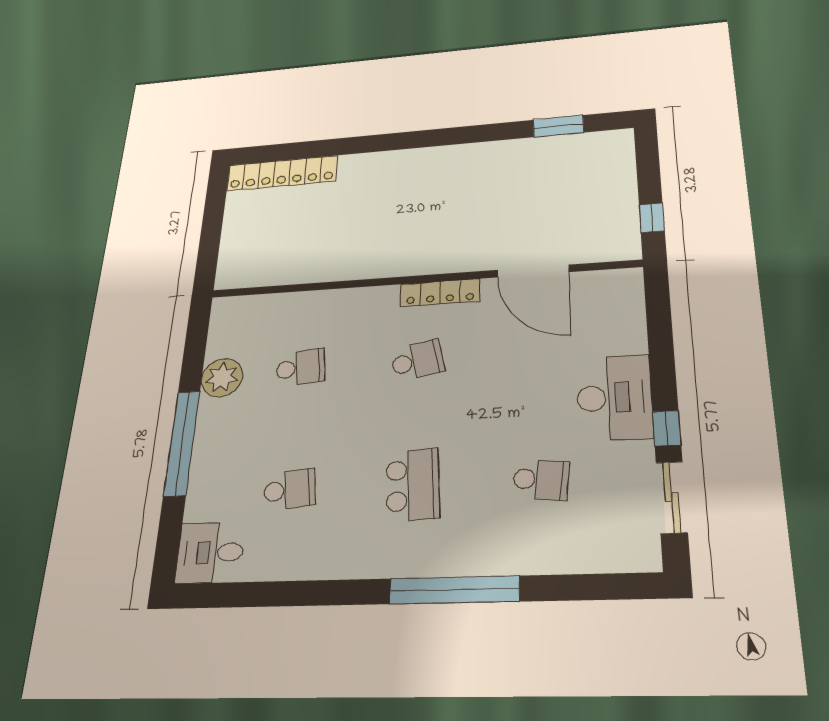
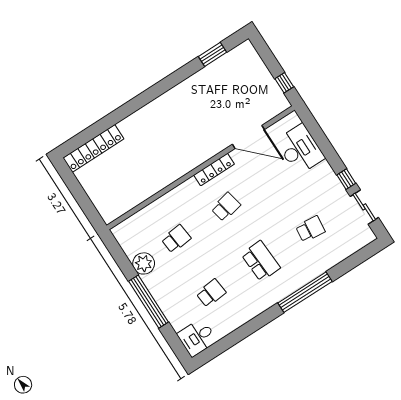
desk: (614, 398) -> (300, 149), moved

